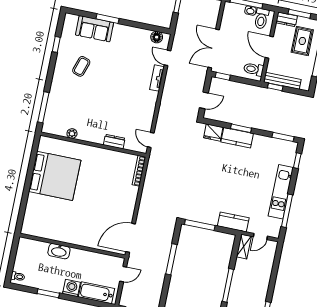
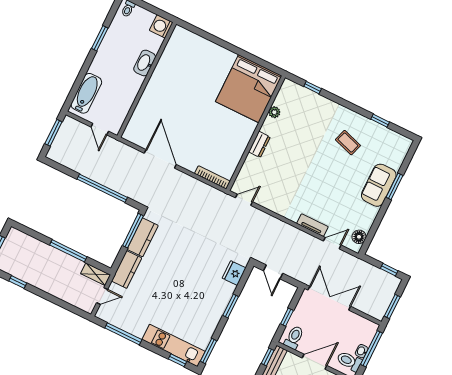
sofa: (94, 29) -> (379, 185), moved
window: (223, 76) -> (287, 317), moved
window: (43, 107) -> (313, 88), width x0.46
kitchen counter: (237, 138) -> (143, 237), moved, turned 180
dresser: (114, 142) -> (259, 144), moved
bed: (55, 176) -> (249, 89), moved
kitchen unit: (281, 192) -> (174, 345), moved
door: (260, 236) -> (102, 296), swing flipped
door: (131, 238) -> (160, 159), moved
window: (171, 259) -> (102, 188), width x1.46
window: (228, 285) -> (68, 251), moved
washing machine: (72, 288) -> (161, 26), moved, turned 180

